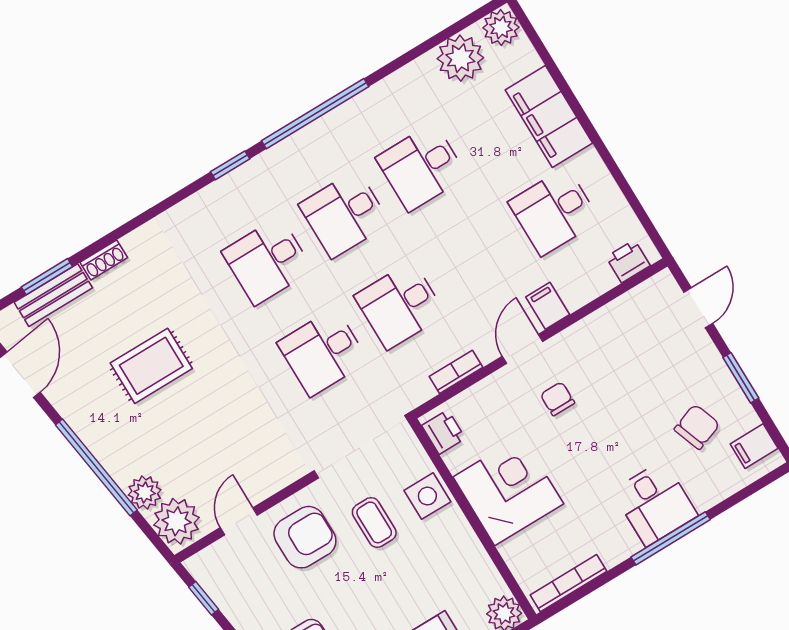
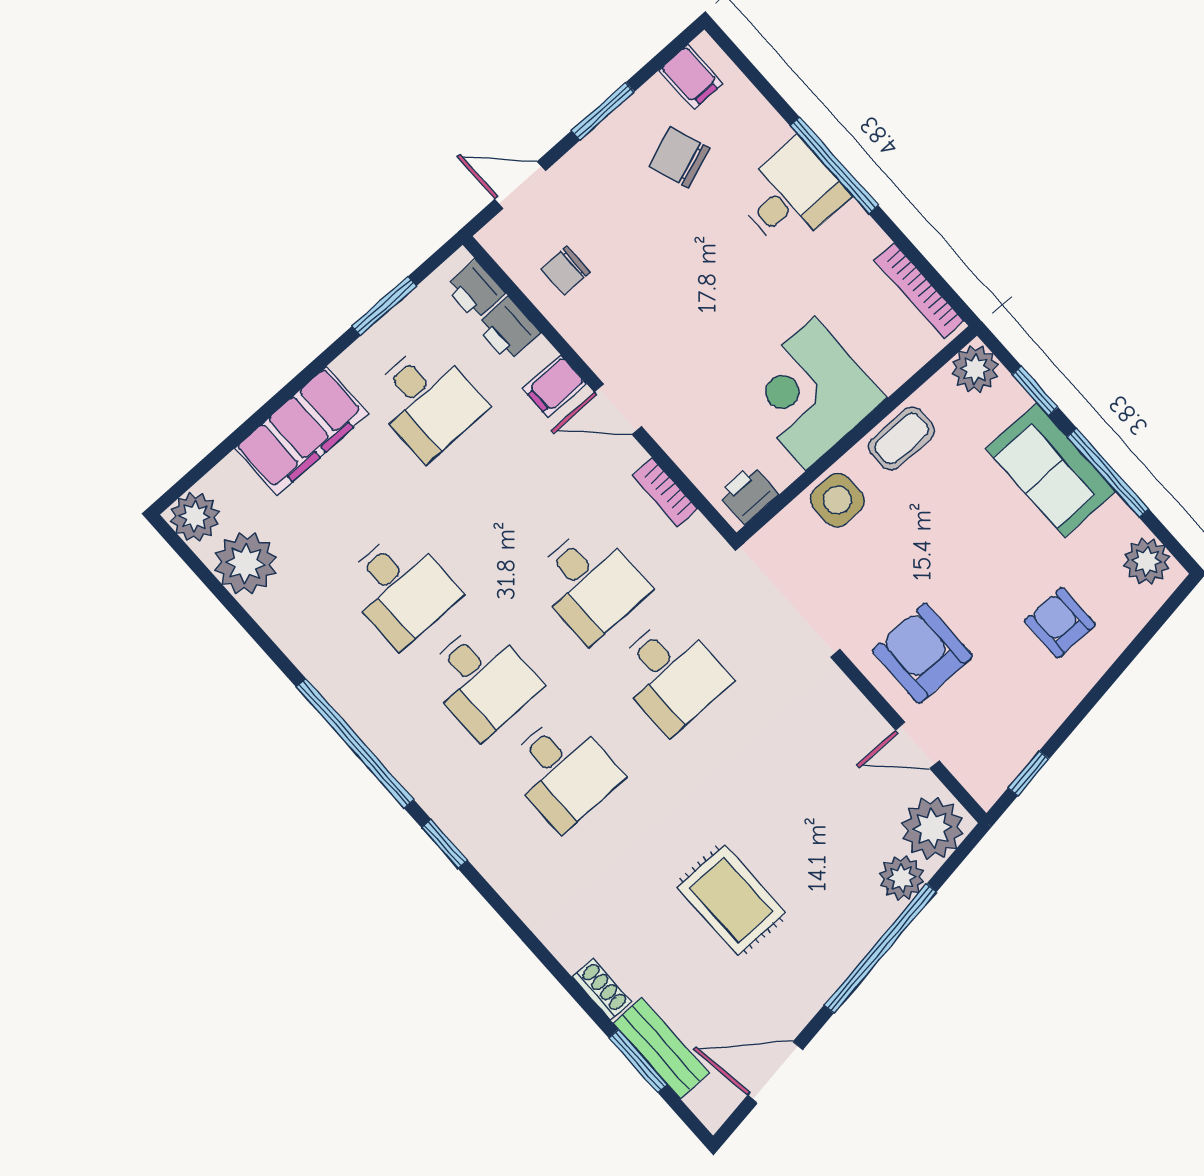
window: (629, 193) -> (384, 306), added
printer: (595, 280) -> (508, 329), added
chair: (557, 399) -> (566, 270), moved
coffee table: (374, 522) -> (902, 438), moved

